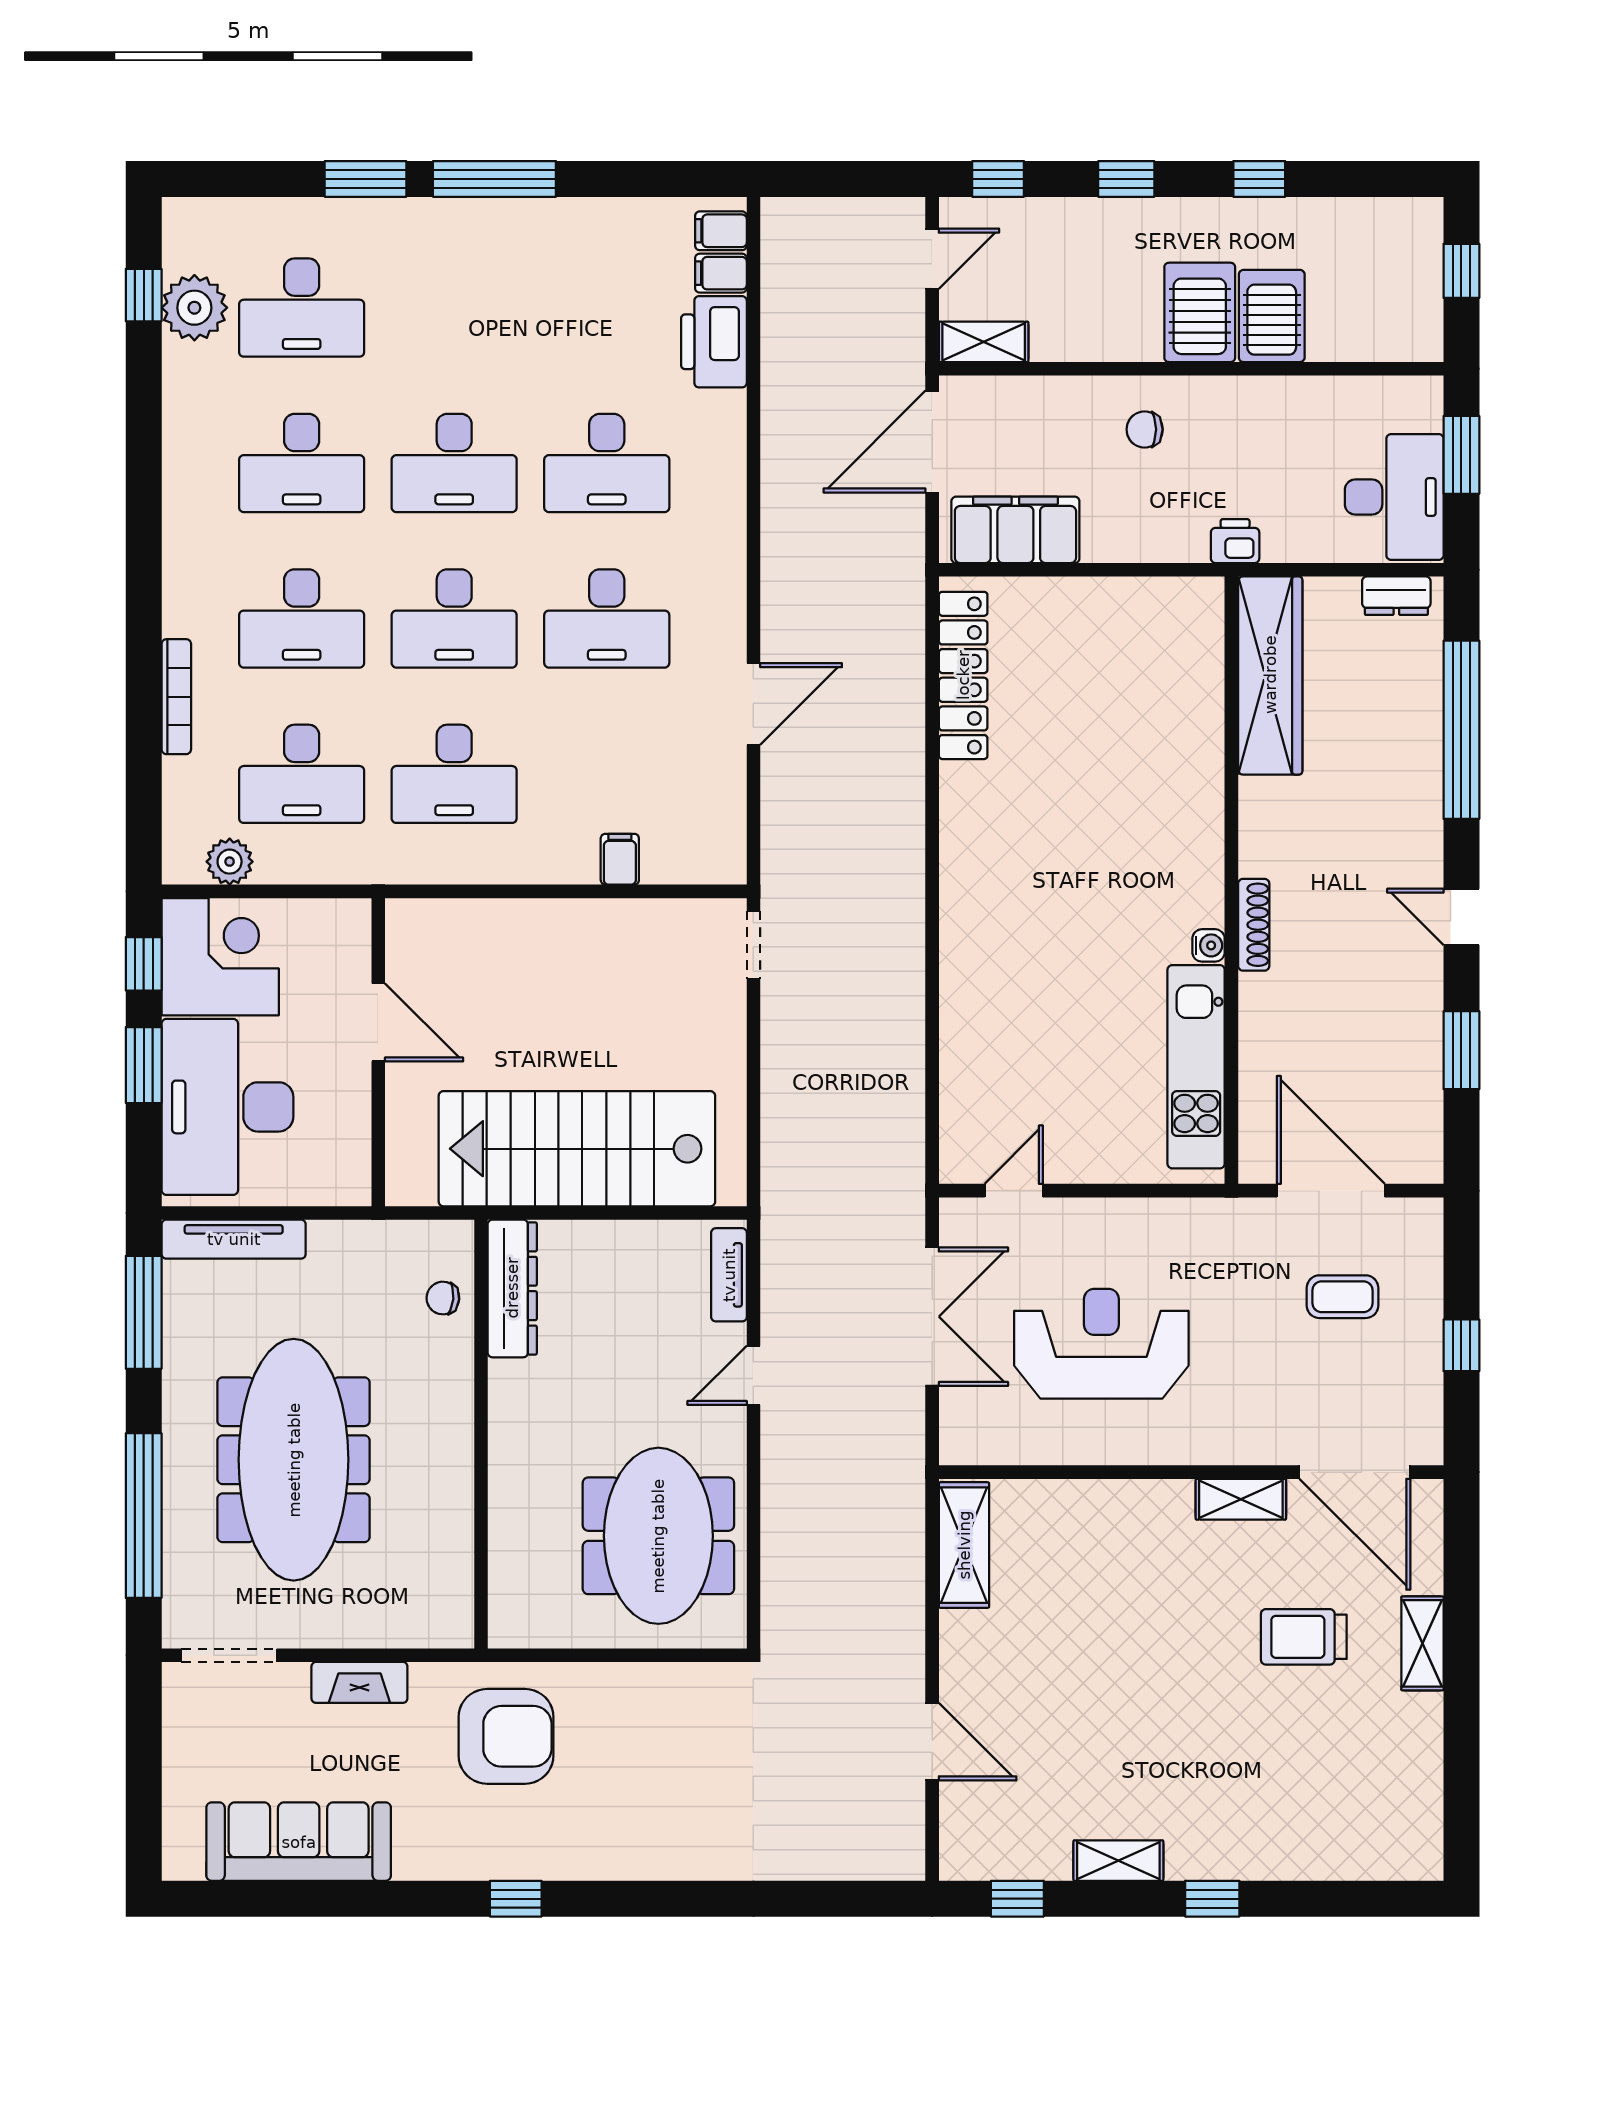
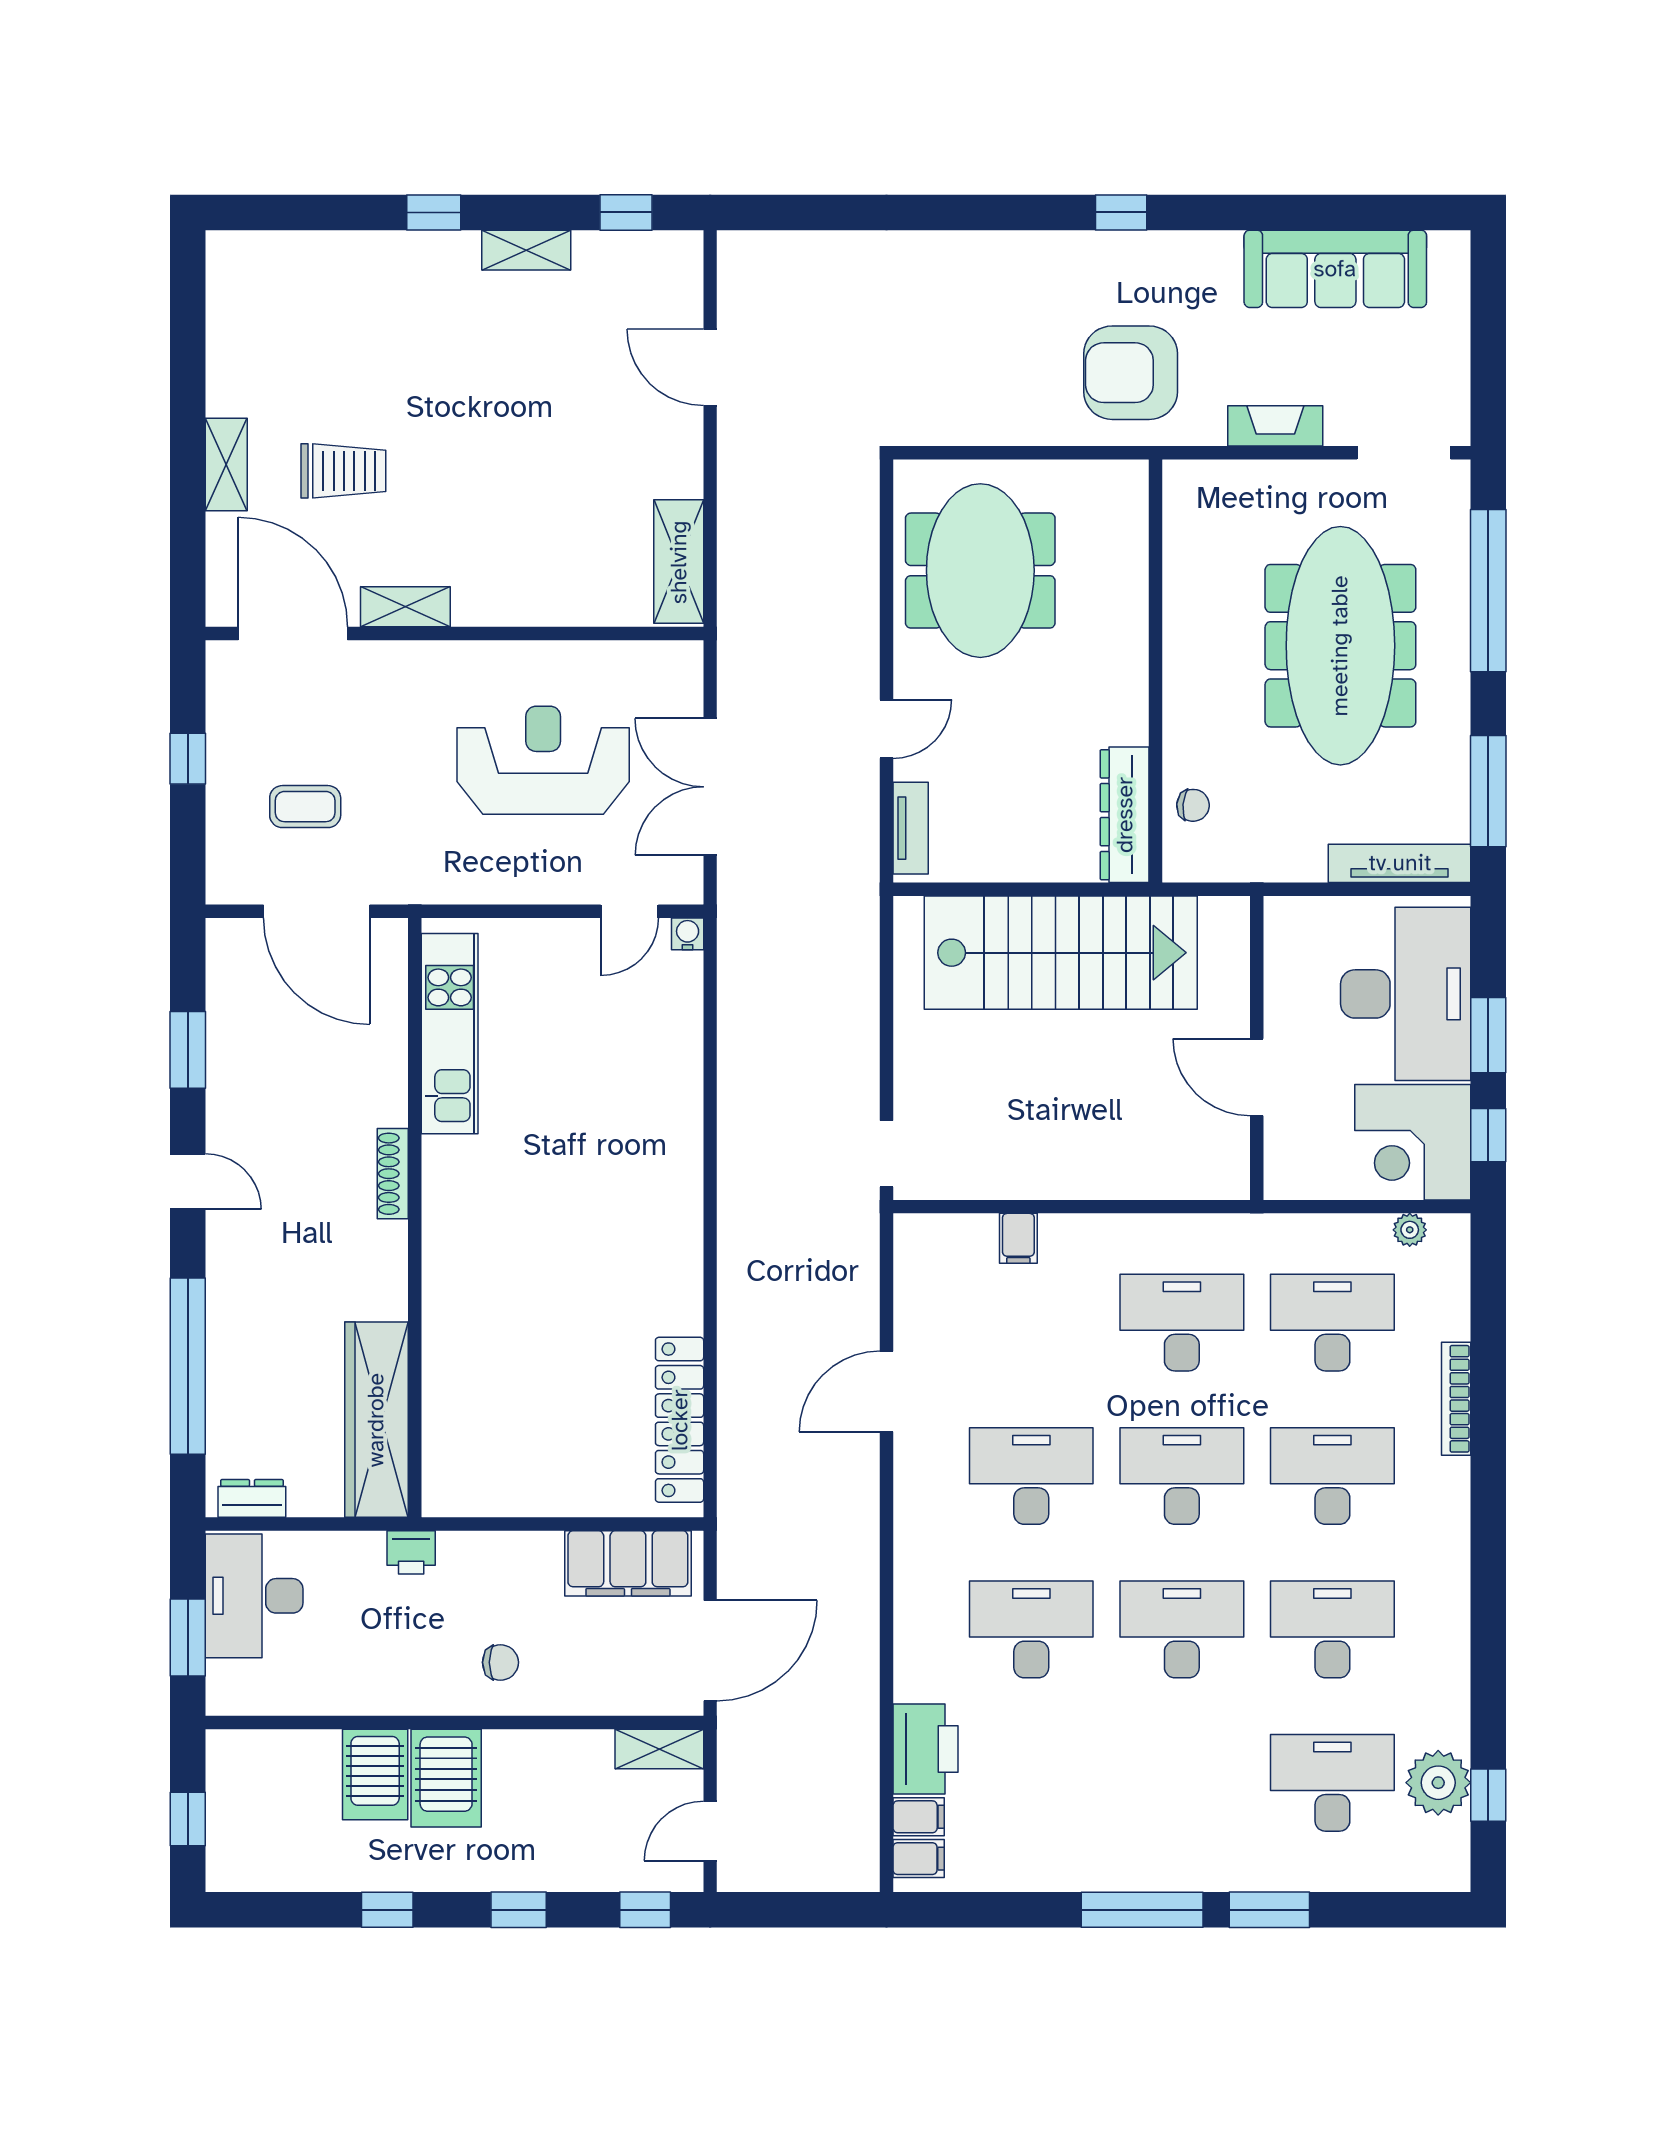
plant: (230, 862) -> (1410, 1230), width x0.73, depth x0.73
water cooler: (1209, 945) -> (688, 934), moved, turned 90
reception desk: (1101, 1344) -> (543, 760), turned 180

